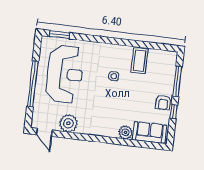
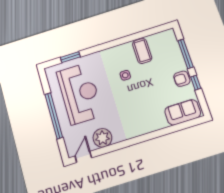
window: (60, 35) -> (70, 57), moved
armchair: (163, 102) -> (182, 79), turned 90
door: (44, 132) -> (83, 157), swing flipped
plant: (126, 132) -> (160, 122), removed

